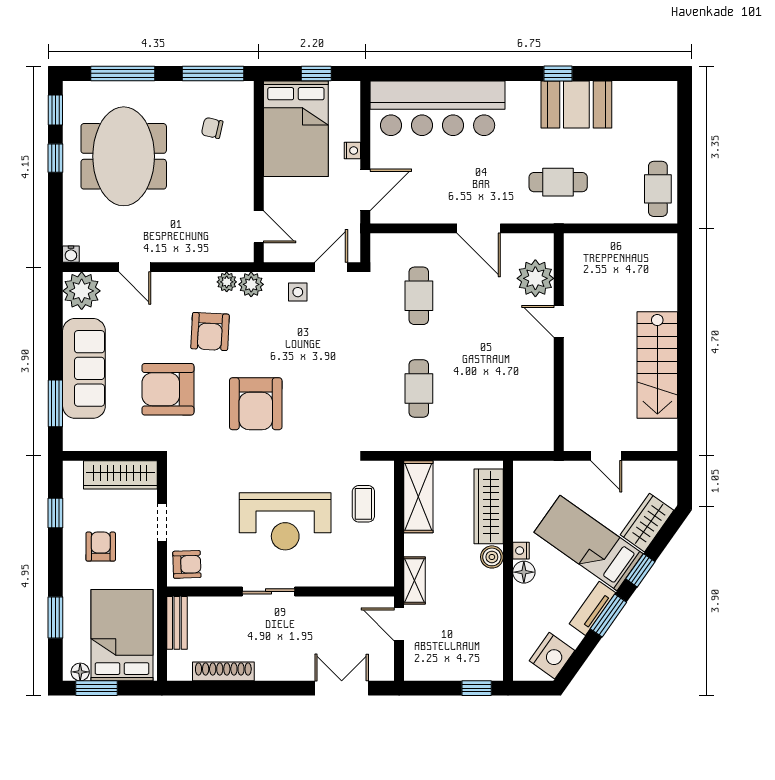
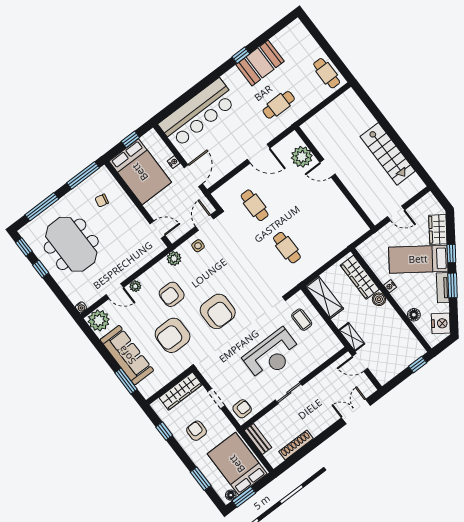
plant: (227, 282) -> (135, 286), moved
armchair: (210, 331) -> (172, 294), turned 87
floor lamp: (524, 572) -> (414, 315), moved

